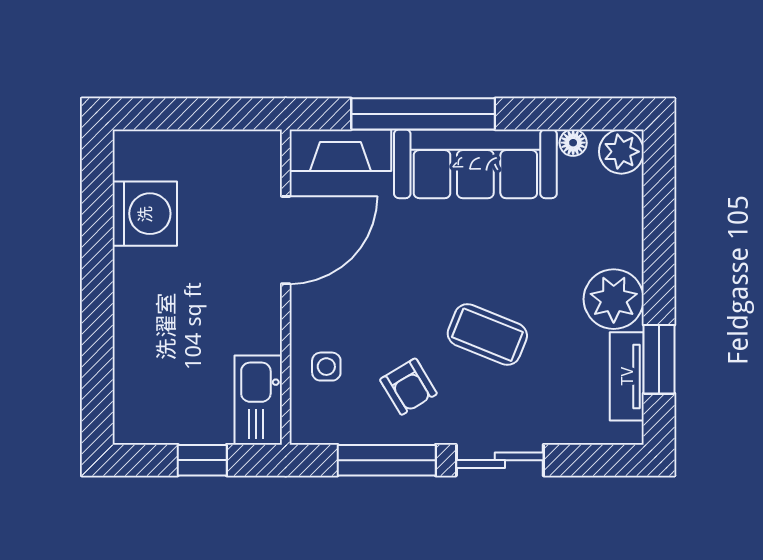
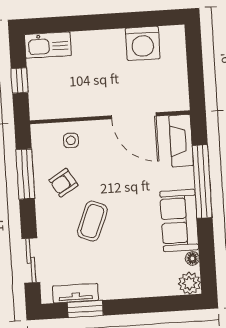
sofa: (475, 164) -> (179, 220), width x0.73
plant: (614, 299) -> (114, 284), removed
kitchen sink: (258, 400) -> (48, 45), moved, turned 180
sliding door: (500, 460) -> (31, 261), moved

